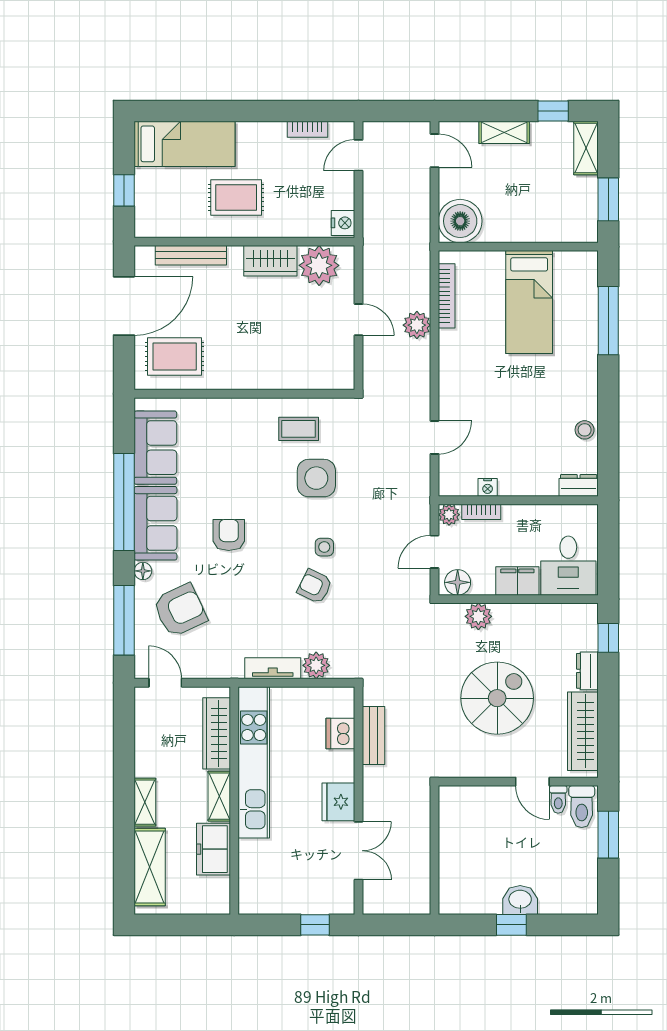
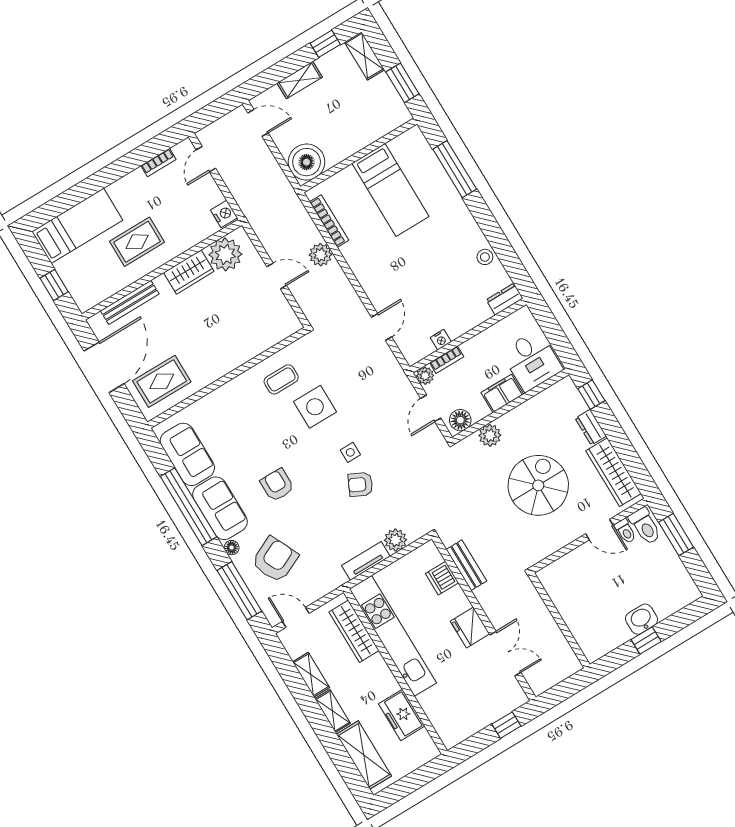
shelving: (219, 796) -> (311, 675), moved

